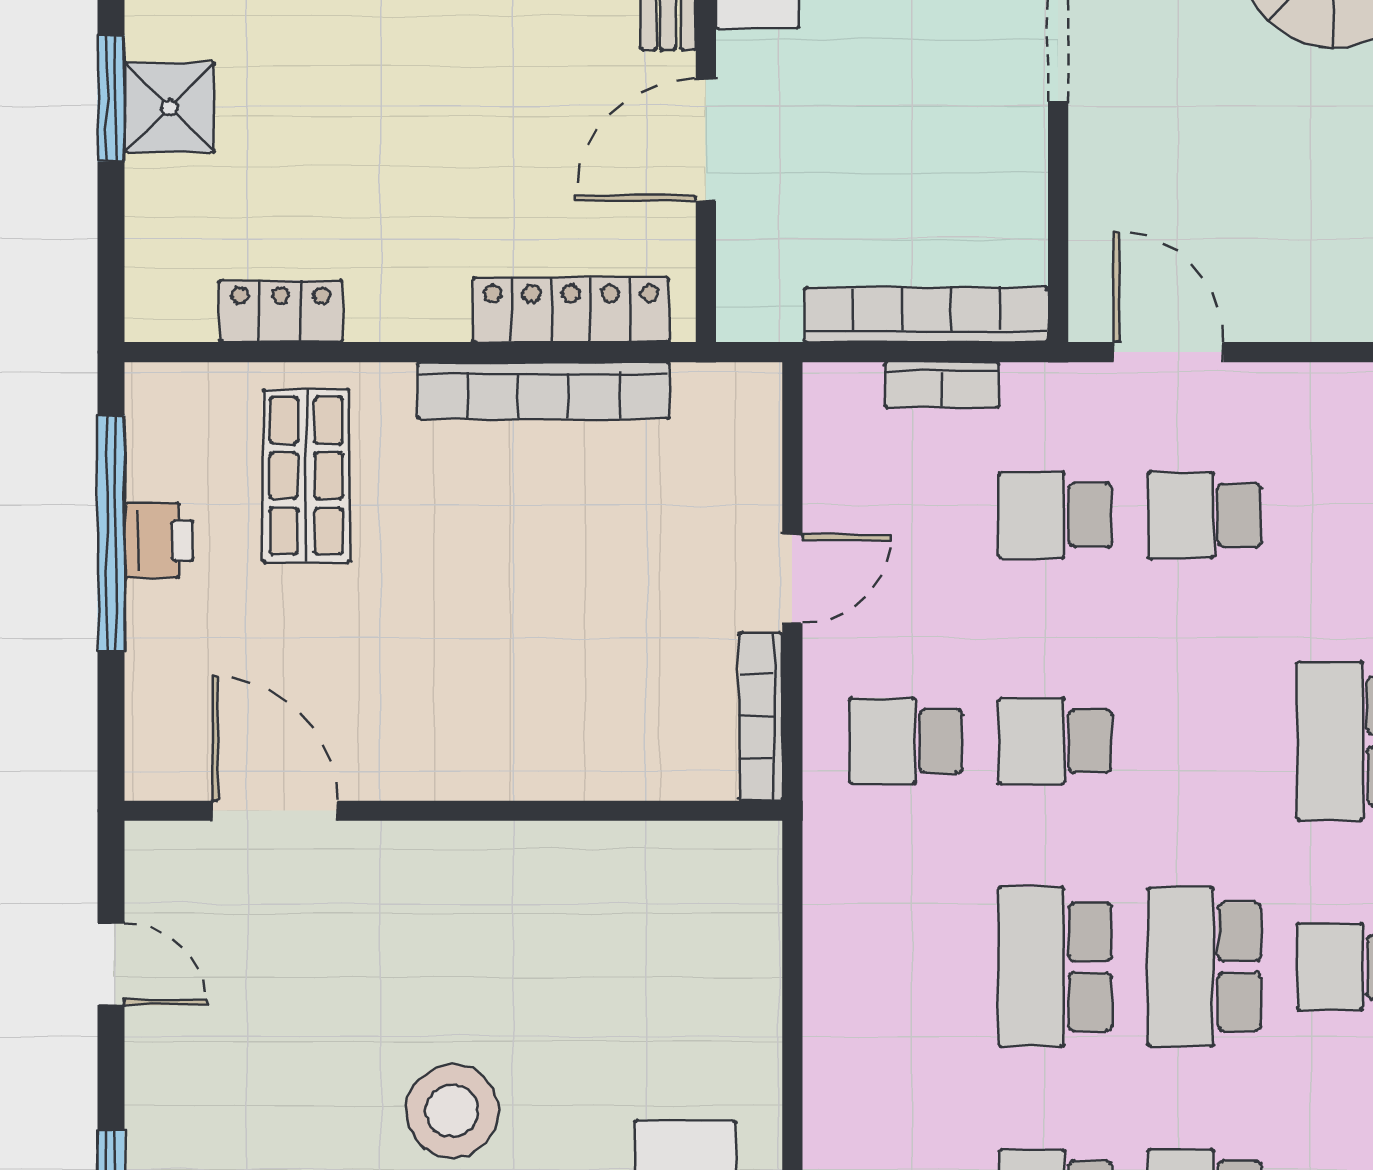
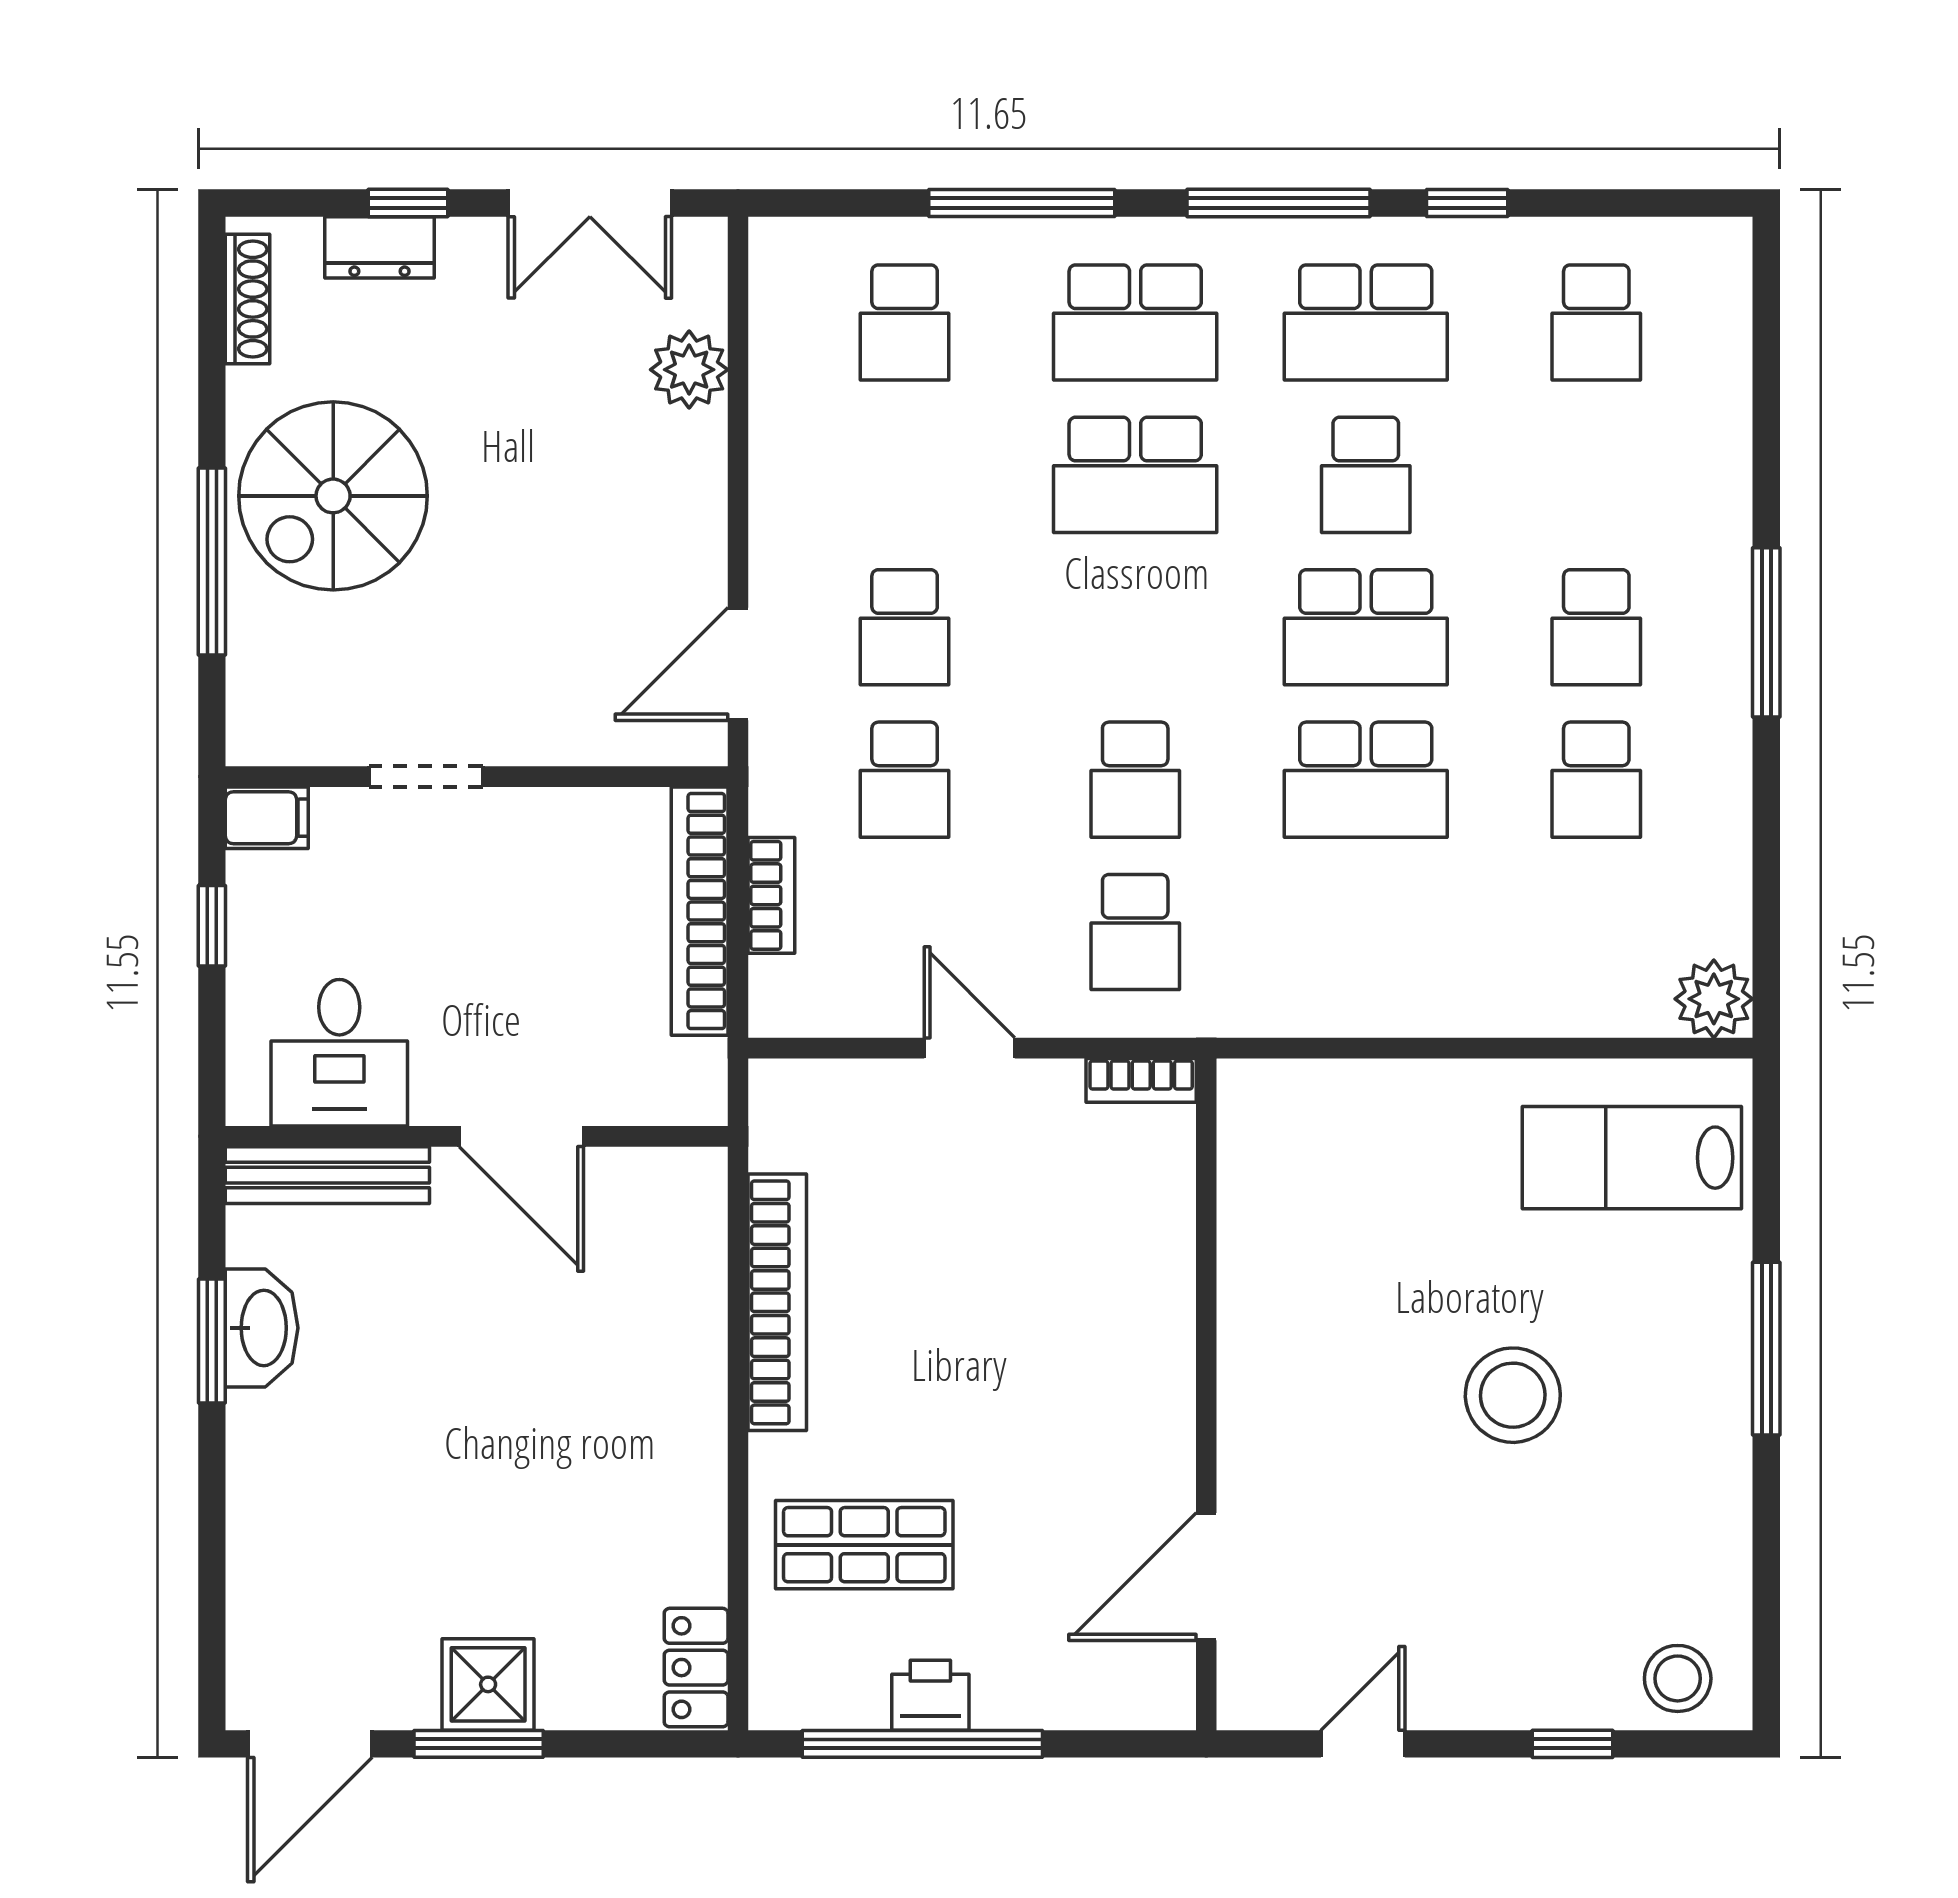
locker: (571, 310) -> (695, 1274), removed
locker: (281, 311) -> (696, 1668), moved
bookcase: (761, 717) -> (1141, 1080), width x0.64

